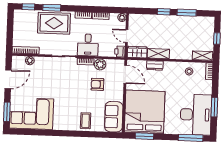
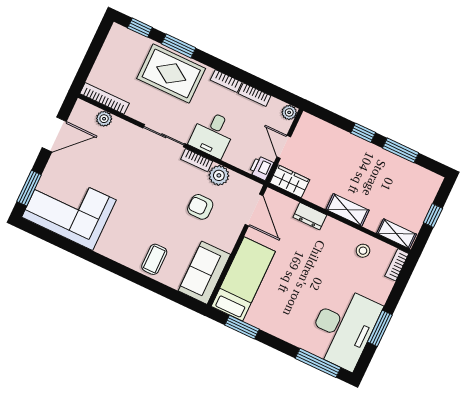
shelving: (158, 54) -> (347, 210), moved
bed: (145, 112) -> (243, 279), width x0.49

